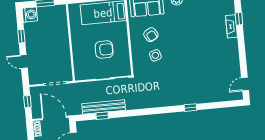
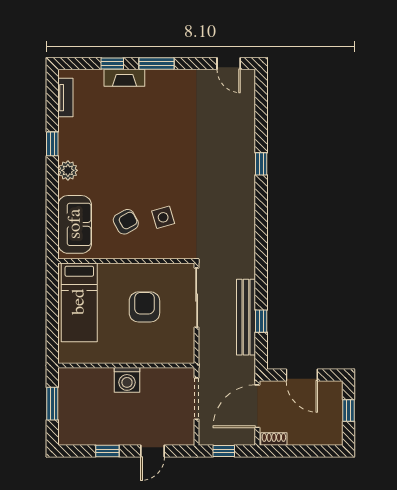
washing machine: (30, 15) -> (127, 380), moved, turned 180
window: (241, 44) -> (157, 63), added

